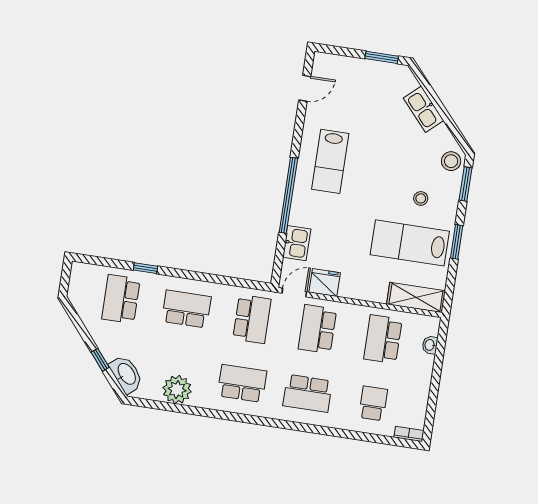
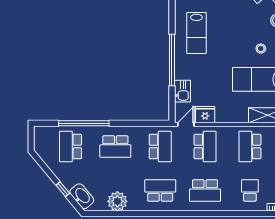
window: (145, 268) -> (84, 123), width x3.17
school desk: (186, 309) -> (115, 146), turned 180
school desk: (317, 329) -> (205, 146), turned 180

